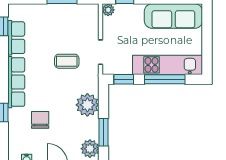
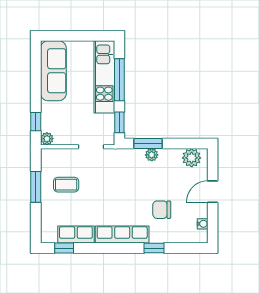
coffee table: (67, 61) -> (66, 185), moved, turned 90
plant: (87, 105) -> (152, 155), width x0.53, depth x0.53
window: (104, 132) -> (148, 144), moved

